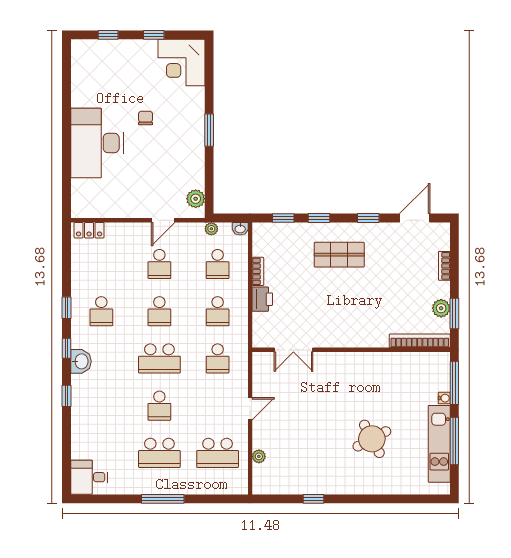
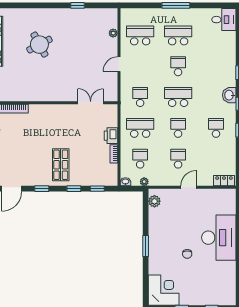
door: (163, 220) -> (189, 187), moved
shop shelf: (339, 255) -> (61, 165), turned 90
school desk: (218, 311) -> (140, 128), width x1.85

